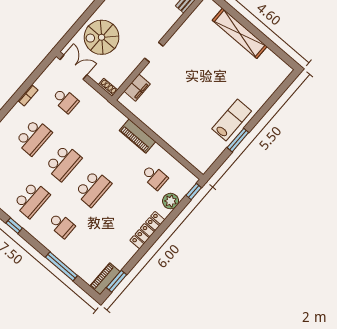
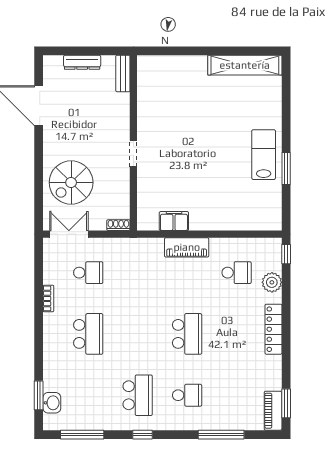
shelving: (240, 33) -> (245, 65), moved
filing cabinet: (137, 88) -> (174, 221), moved, turned -90
school desk: (63, 163) -> (138, 334), removed

